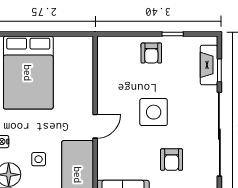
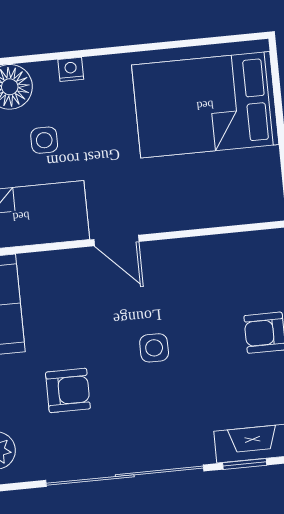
side table: (154, 112) -> (154, 348), width x0.54, depth x0.54
armchair: (172, 160) -> (68, 390), turned 180

